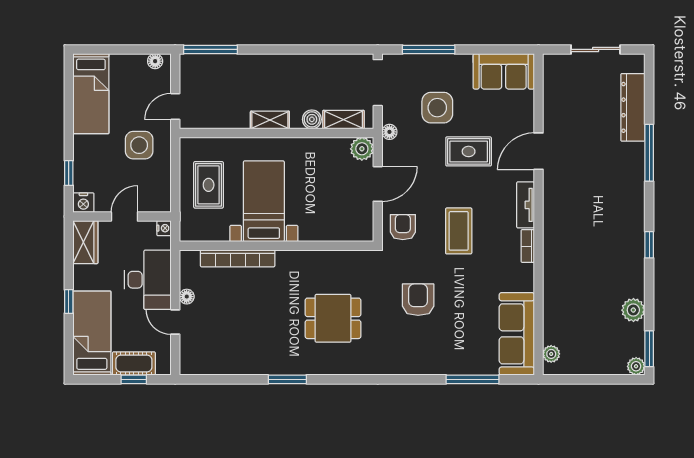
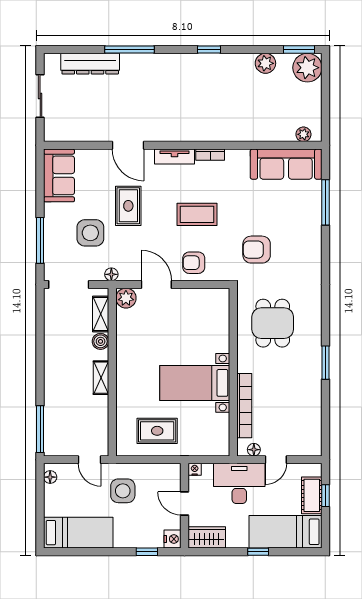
bed with nightstands: (264, 201) -> (195, 383), moved
wall: (276, 246) -> (233, 372), moved
bookcase: (238, 258) -> (244, 406), moved
plant: (636, 366) -> (307, 68), width x1.88, depth x1.88

